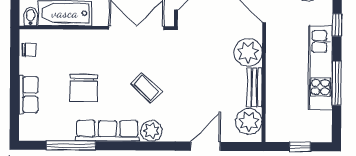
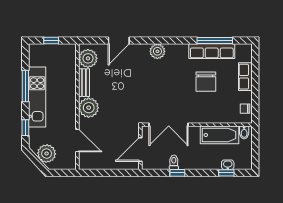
chair: (84, 88) -> (206, 82), turned 180
coffee table: (146, 88) -> (161, 82), removed
row of seats: (107, 131) -> (212, 51), moved

